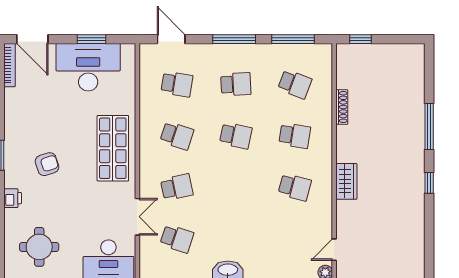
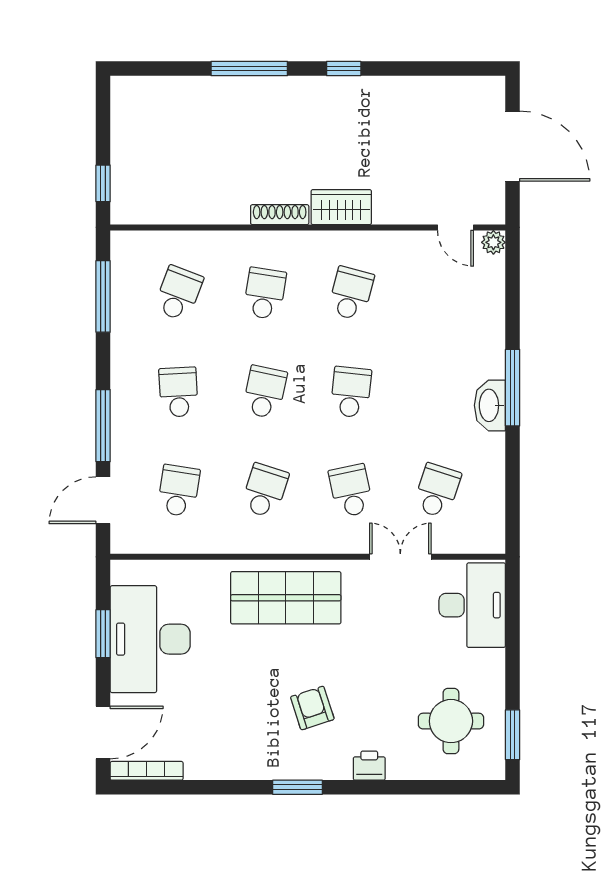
window: (234, 39) -> (103, 426), moved
shoe rack: (342, 107) -> (280, 215), moved
school desk: (236, 187) -> (351, 392), added

